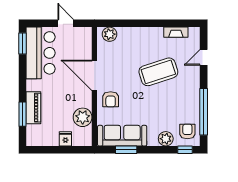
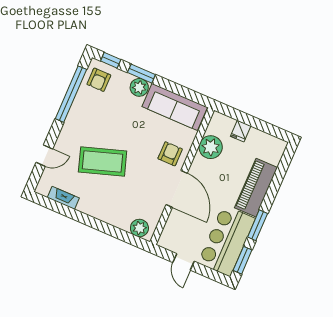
piano: (33, 108) -> (256, 188), width x1.37, depth x1.33
window: (22, 114) -> (258, 225), moved
plant: (166, 139) -> (139, 87), moved
window: (126, 150) -> (141, 74), moved

